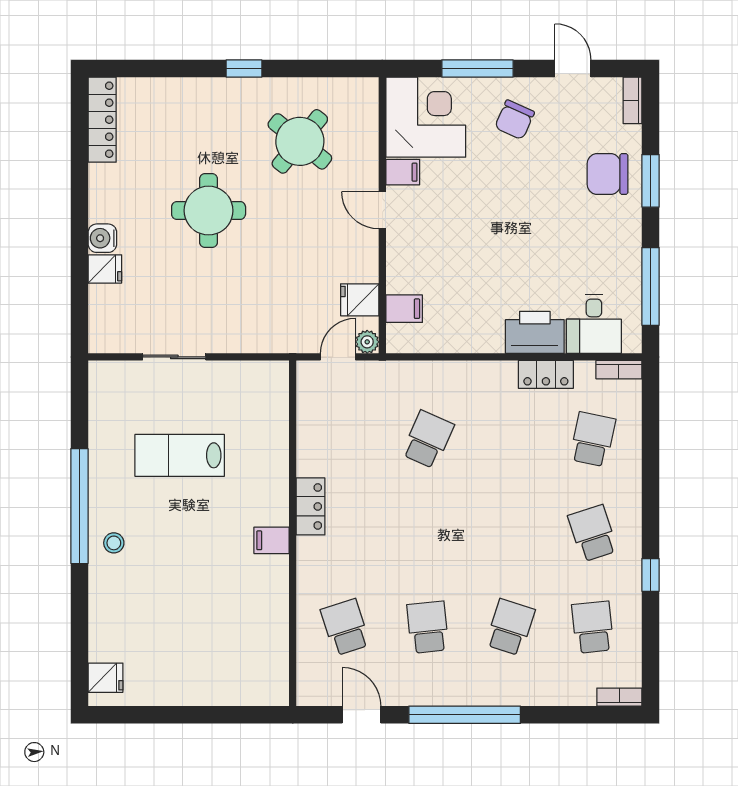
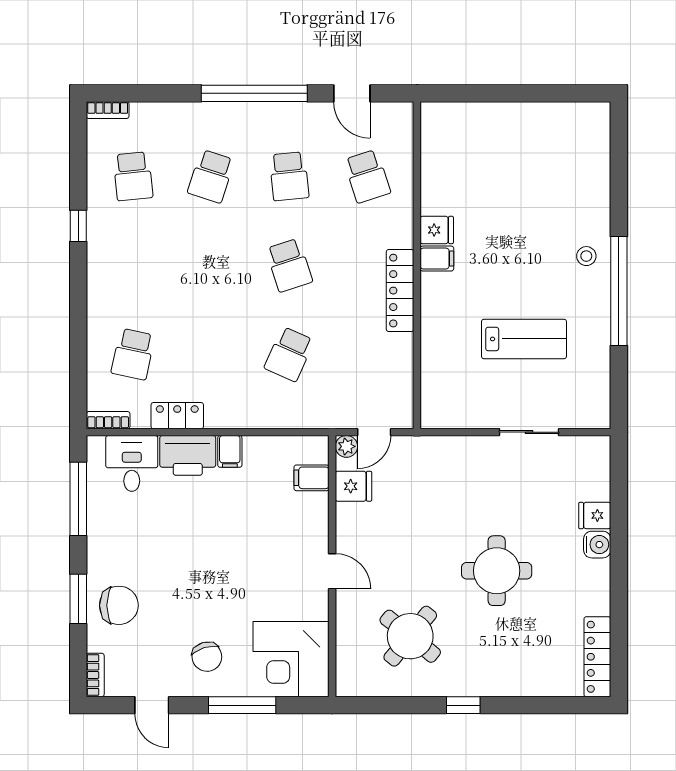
chair: (515, 120) -> (207, 657), turned 139
filing cabinet: (403, 172) -> (230, 451), moved, turned -90
locker: (311, 506) -> (400, 291), width x1.53
school desk: (593, 533) -> (289, 265), moved
fridge: (106, 678) -> (437, 230), moved, turned 180

